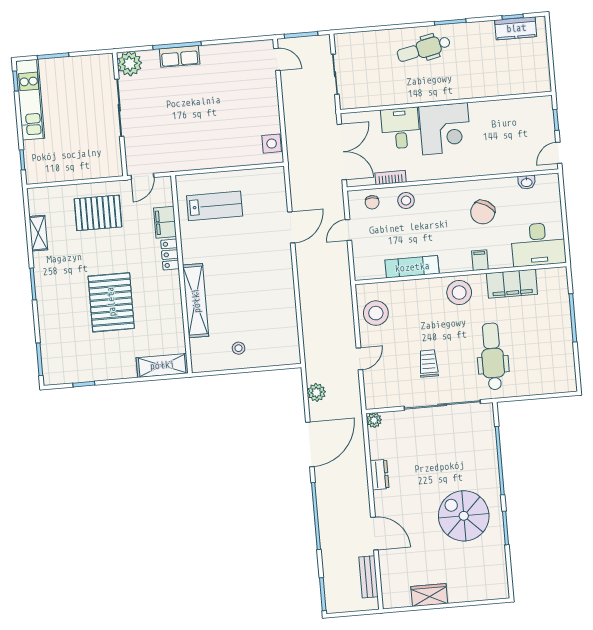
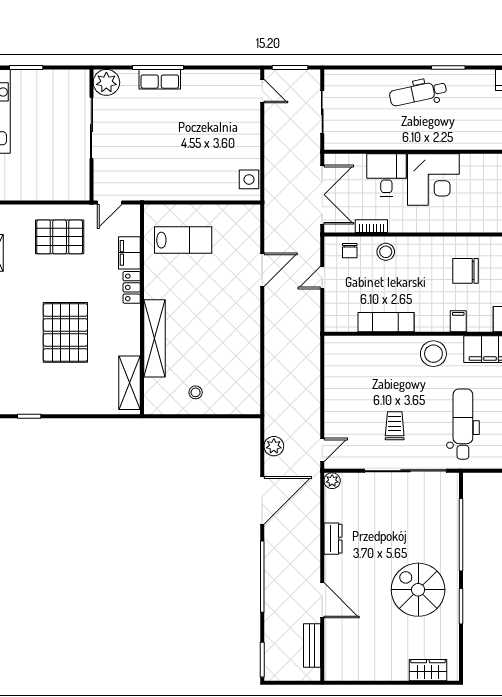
chair: (483, 212) -> (466, 271), turned 59
stool: (376, 313) -> (344, 368), removed
door: (359, 359) -> (322, 450), moved
shelving: (162, 365) -> (130, 383), moved, turned 90
wardrobe: (429, 595) -> (428, 670), moved

